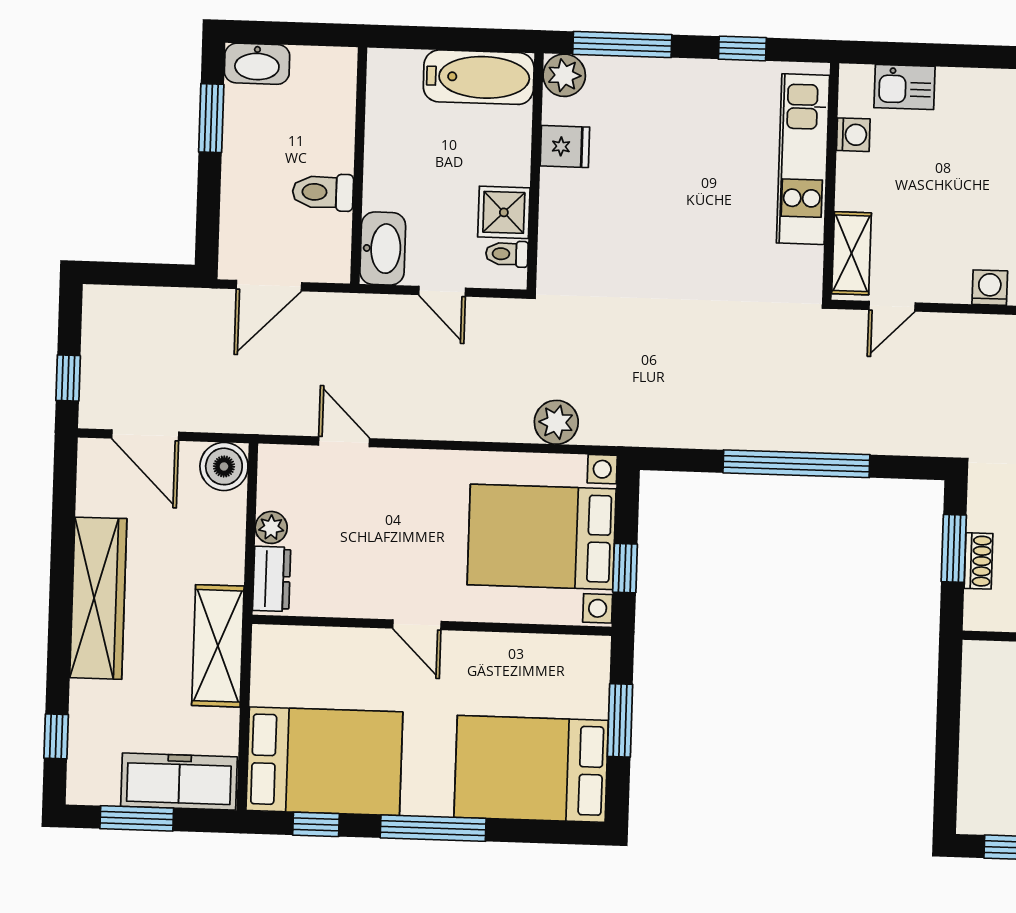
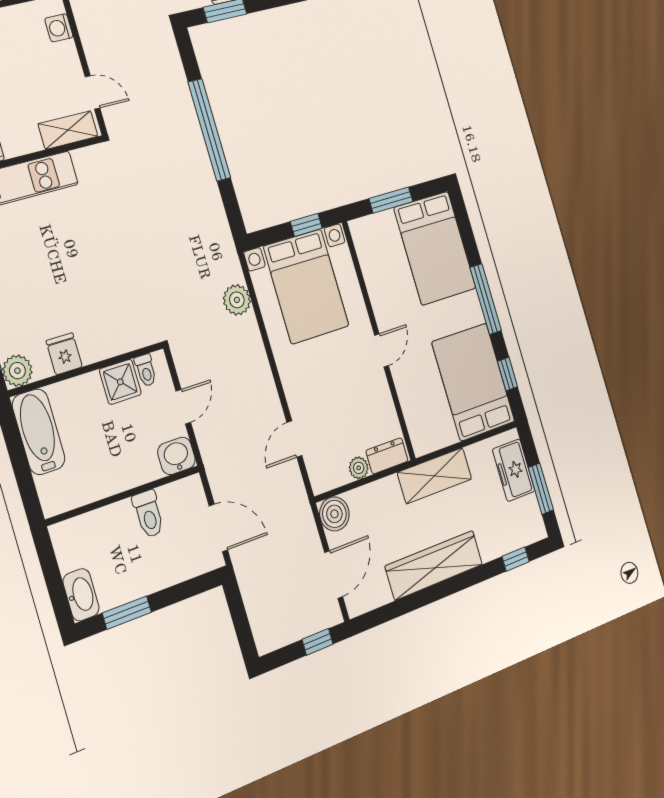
washbasin: (383, 249) -> (176, 456), width x0.72
freezer: (179, 782) -> (514, 470), width x0.71

